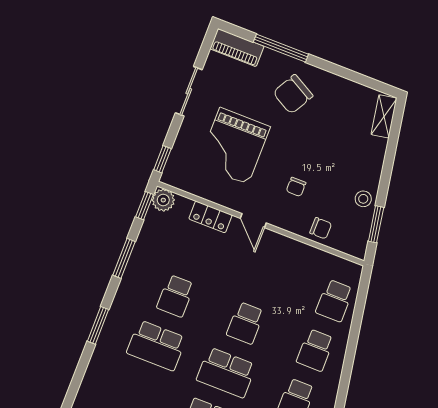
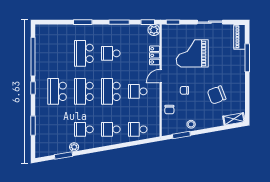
chair: (293, 94) -> (217, 95), moved, turned -50
school desk: (265, 274) -> (138, 91), added
school desk: (245, 323) -> (111, 91), width x1.85

